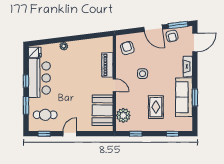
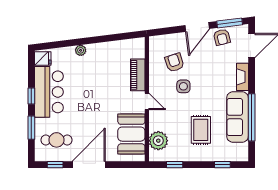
door: (153, 28) -> (197, 27), hinge flipped
armchair: (127, 48) -> (174, 62), moved
window: (195, 97) -> (252, 117), width x2.11
door: (70, 134) -> (89, 165), width x1.88

